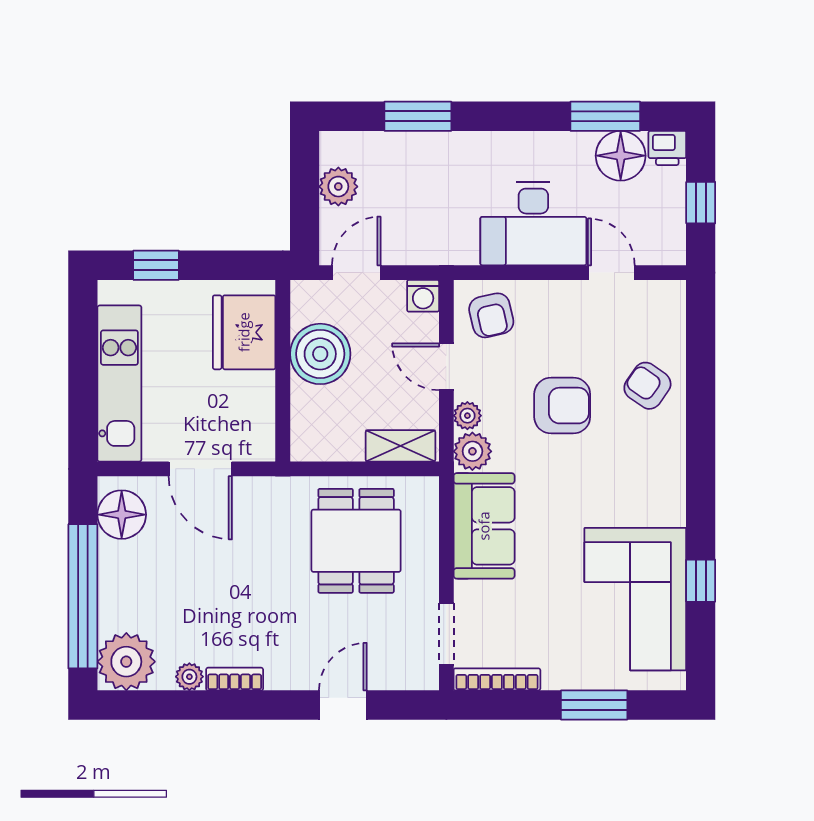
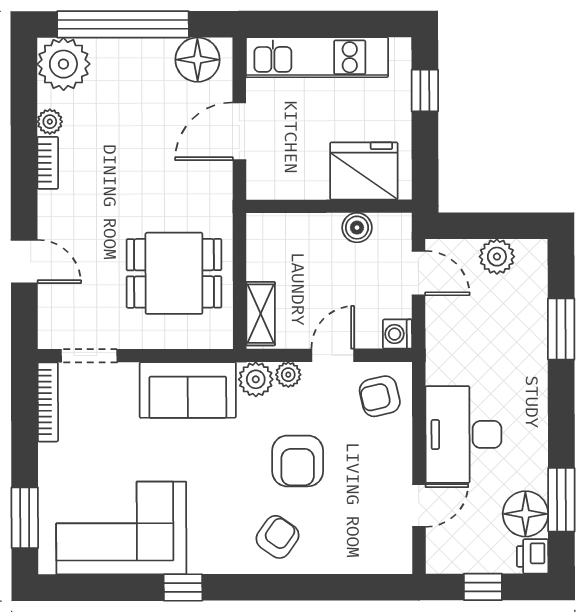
boiler: (320, 354) -> (357, 228), width x0.54, depth x0.54
armchair: (647, 386) -> (278, 537), moved
window: (701, 581) -> (183, 587), moved
window: (594, 705) -> (25, 518), moved

